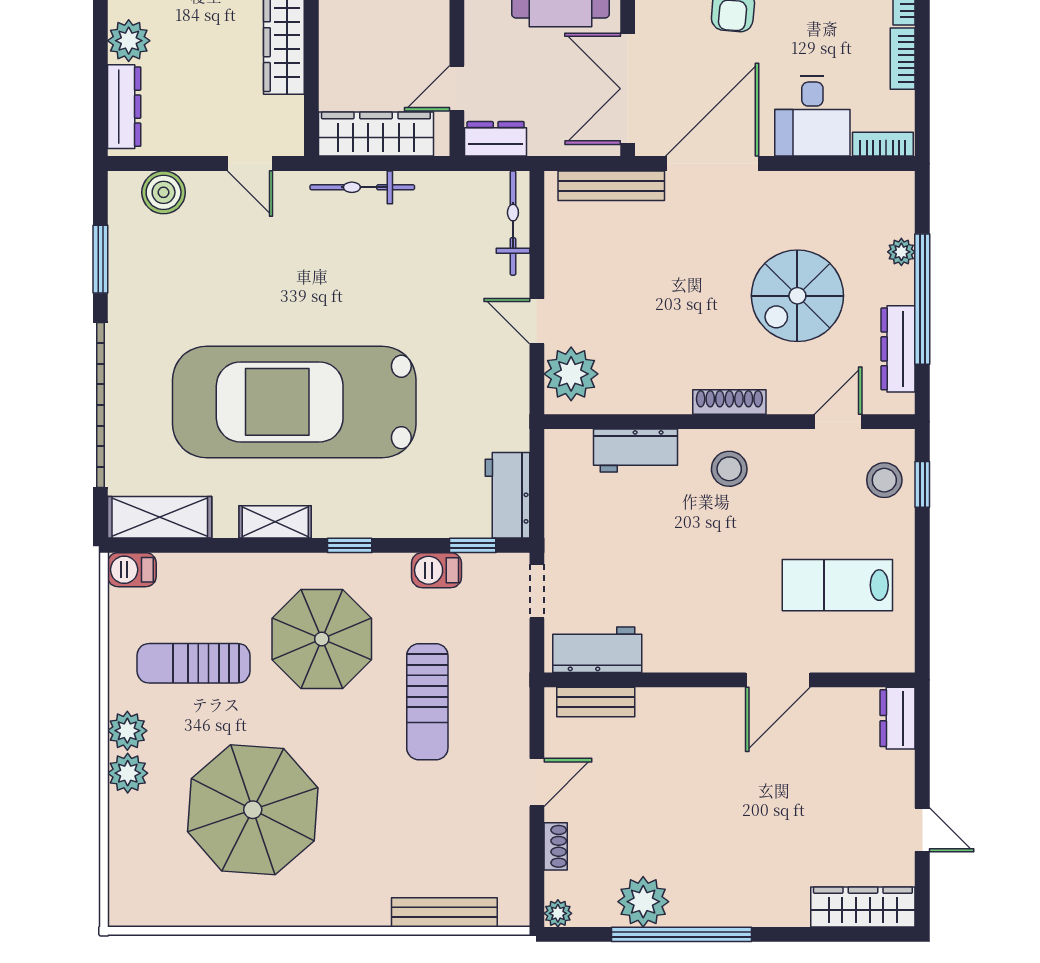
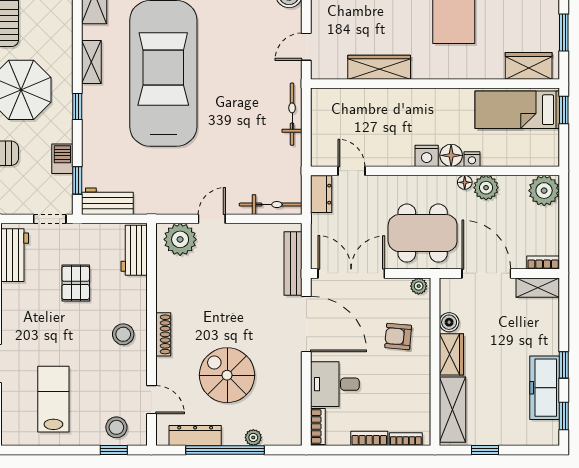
wardrobe: (376, 134) -> (324, 122), removed
workbench: (636, 451) -> (134, 250), moved
pallet: (644, 548) -> (76, 283), added

